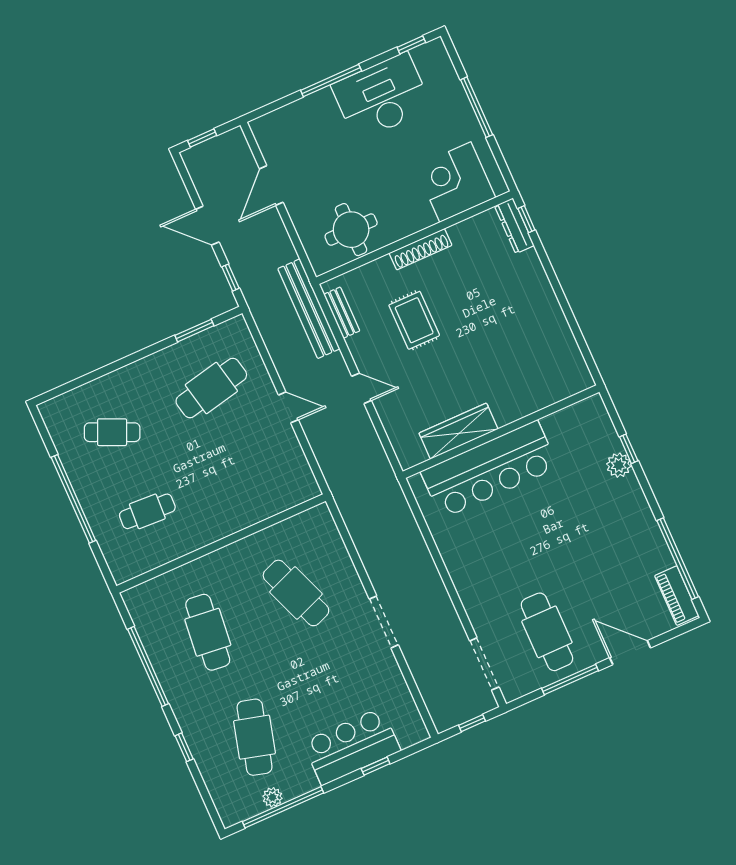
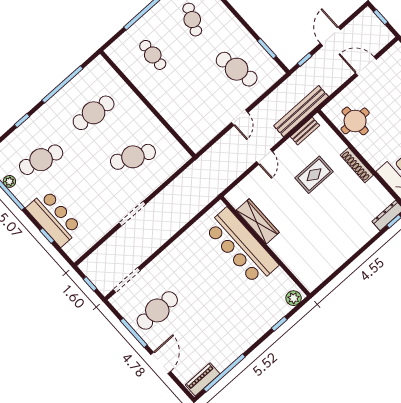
plant: (619, 465) -> (294, 298), moved
cafe table: (296, 593) -> (133, 157), turned 45

